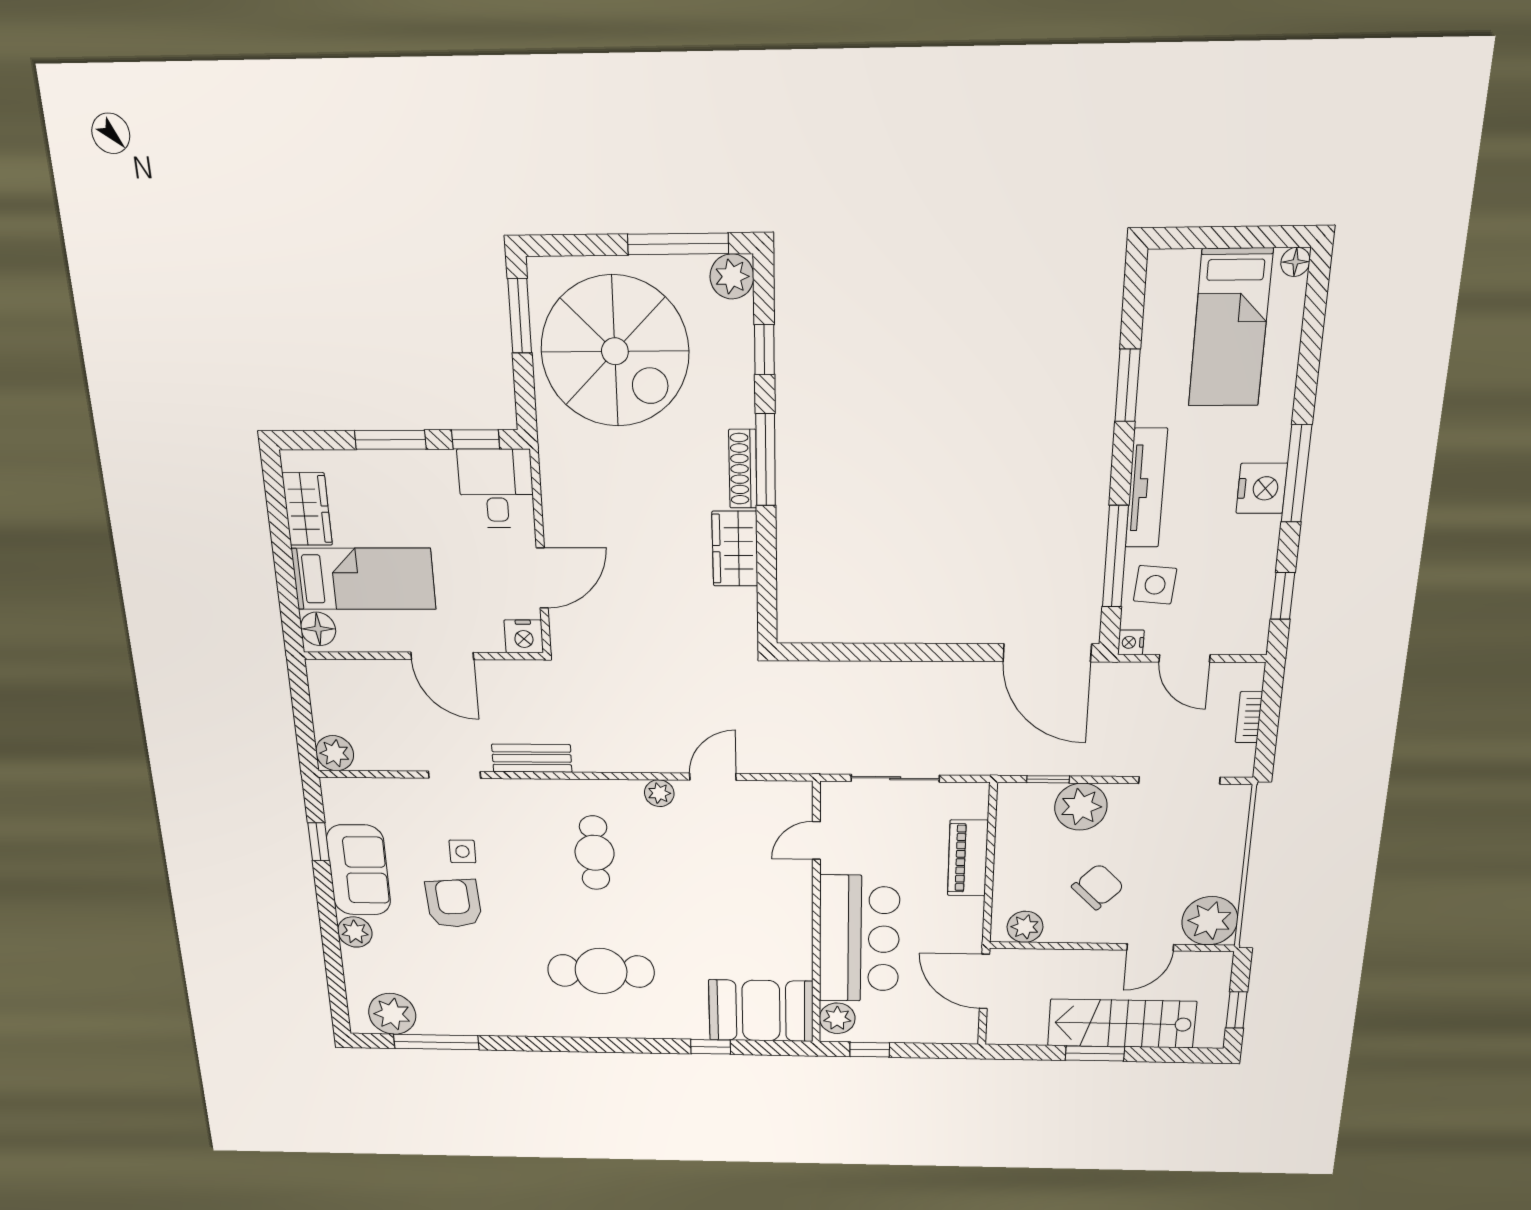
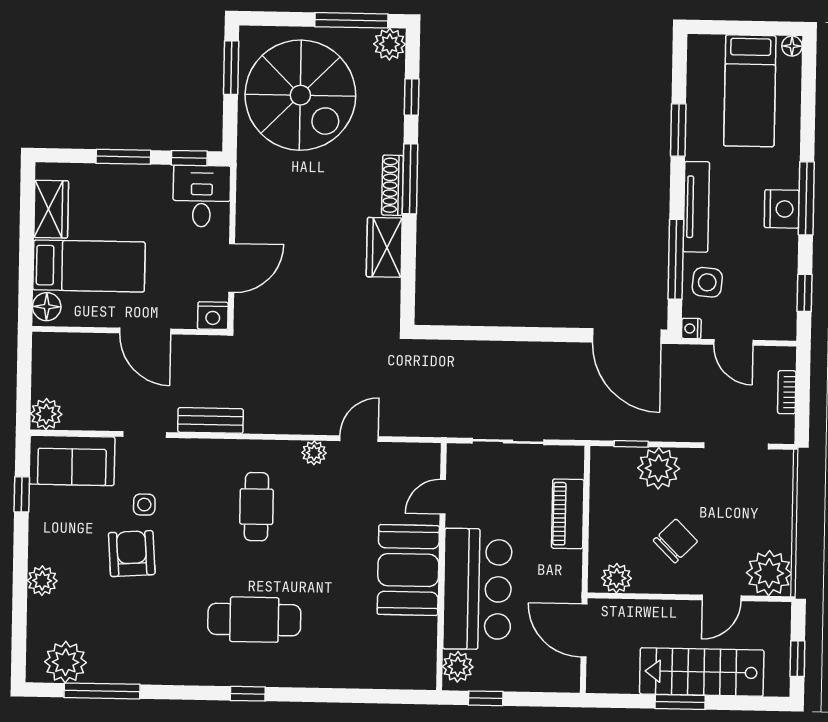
sofa: (359, 870) -> (72, 460), moved, turned 90
booth: (761, 1011) -> (408, 570), moved, turned 90
window: (711, 1047) -> (248, 694), moved

